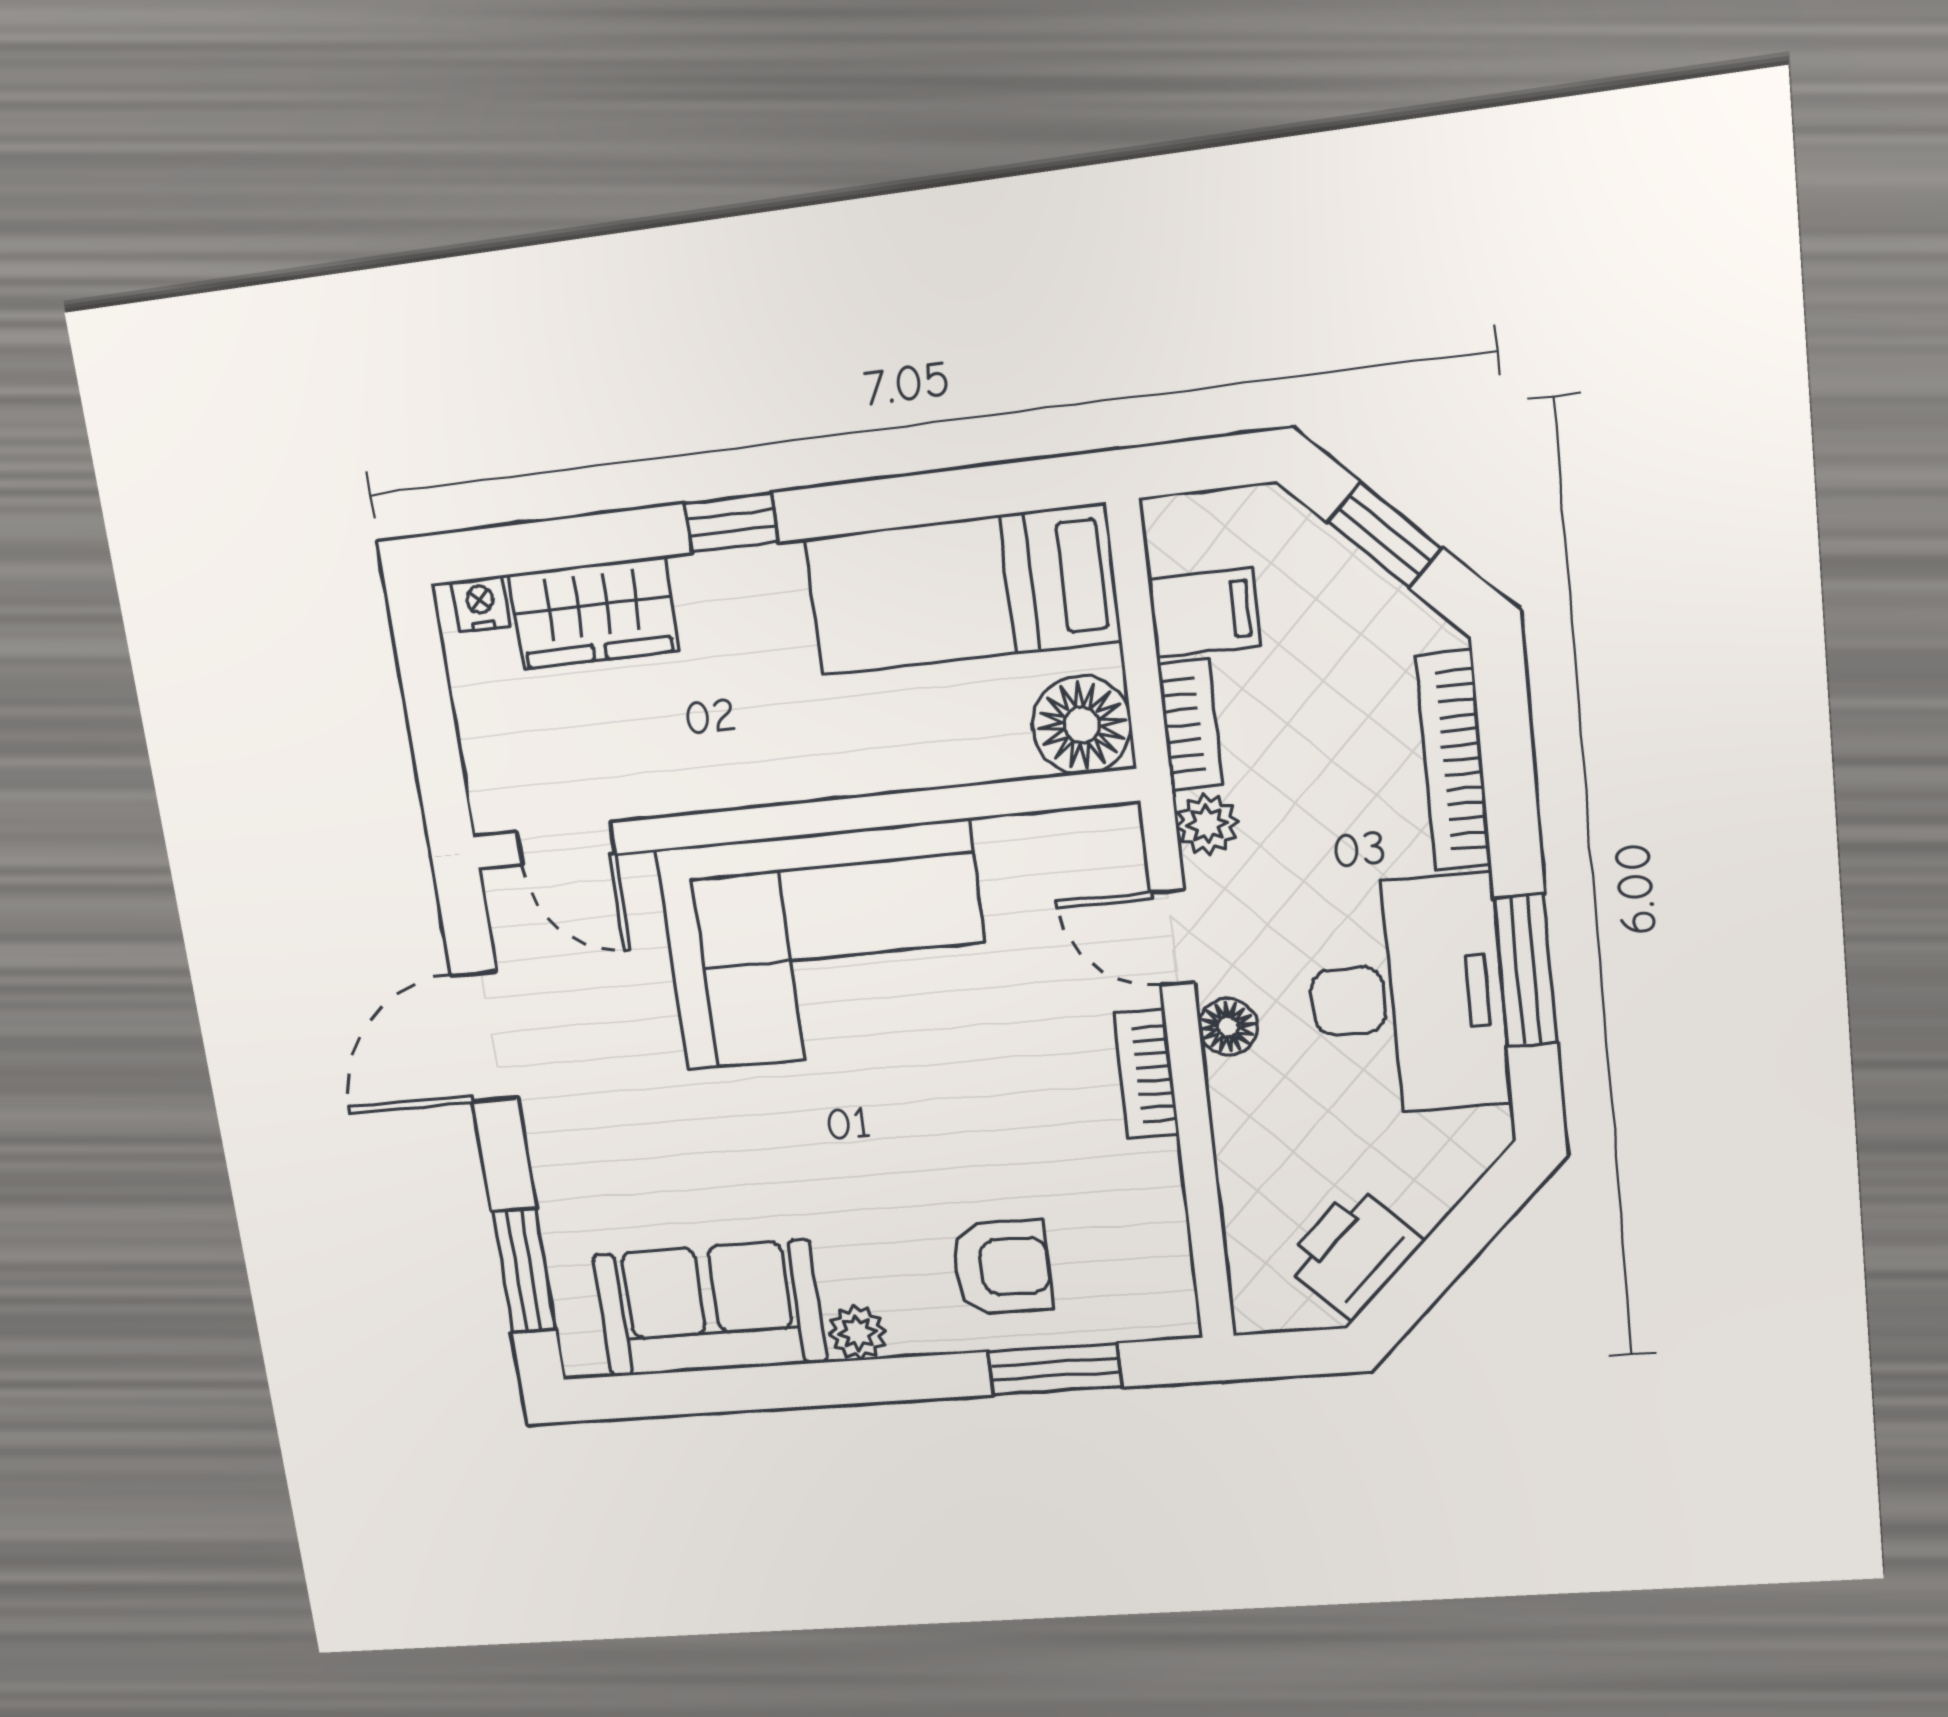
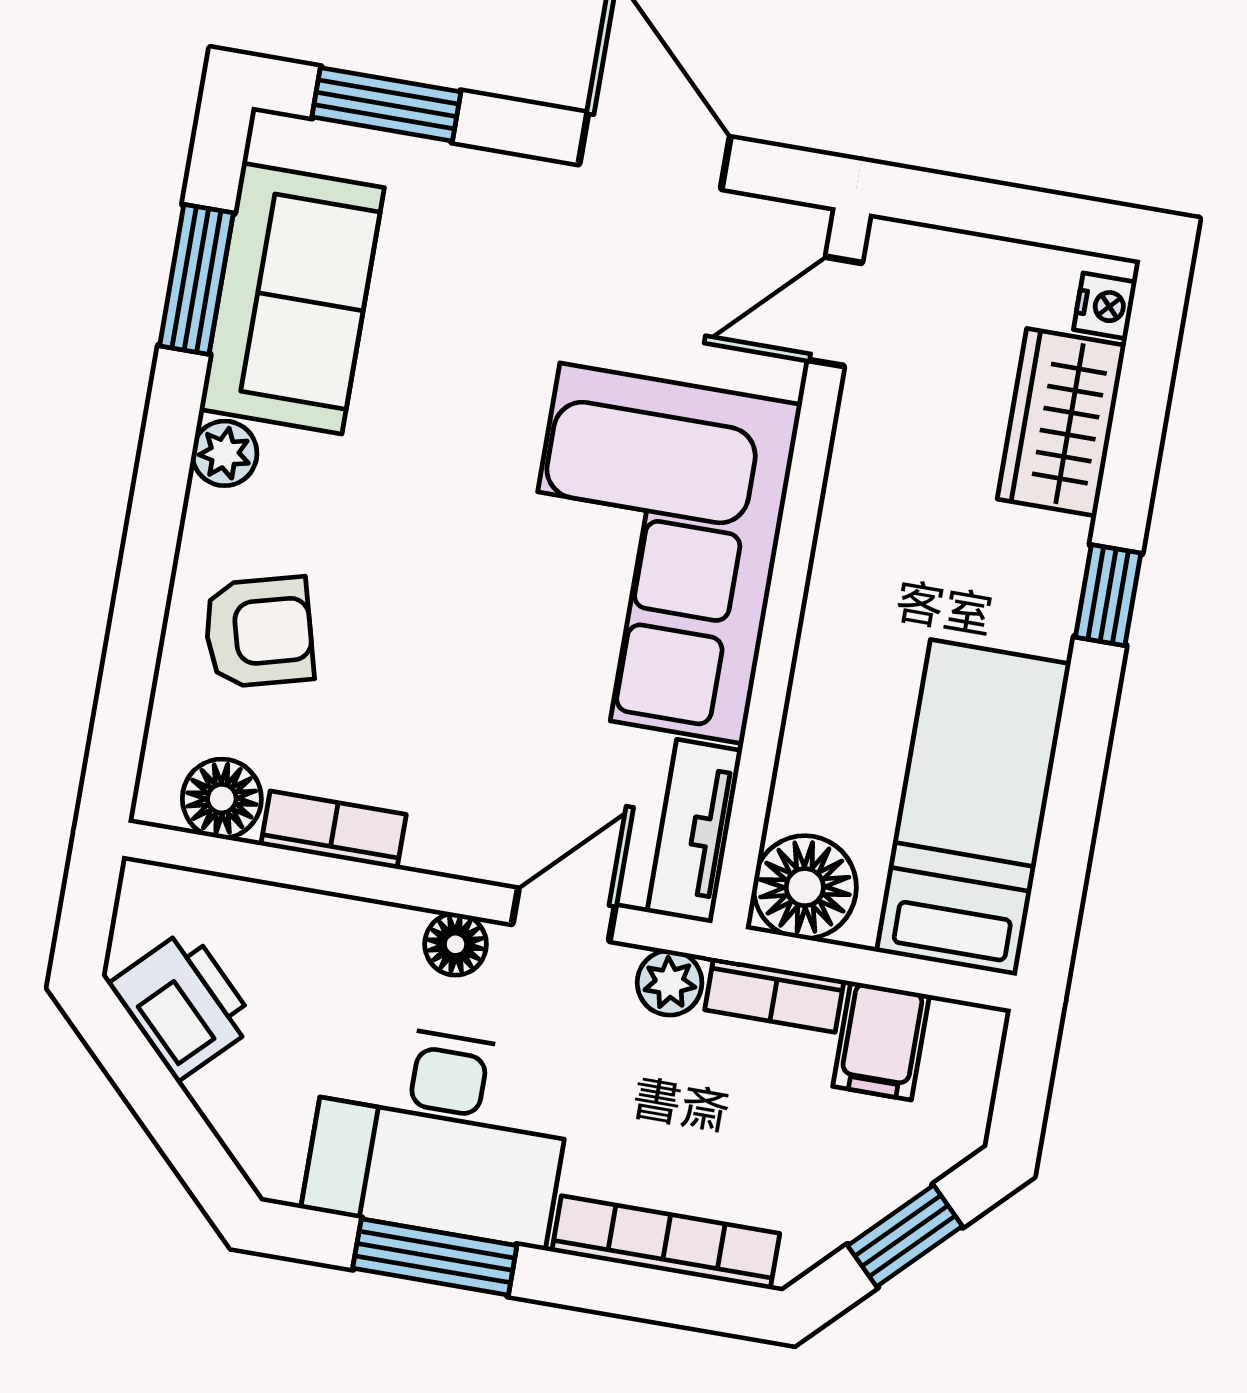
tv unit: (1060, 840) -> (695, 831), added
bookcase: (1146, 1074) -> (333, 830), moved
floor lamp: (1157, 1263) -> (222, 799), added
armchair: (1002, 1267) -> (259, 632), turned -105
window: (1055, 1369) -> (196, 279), moved

